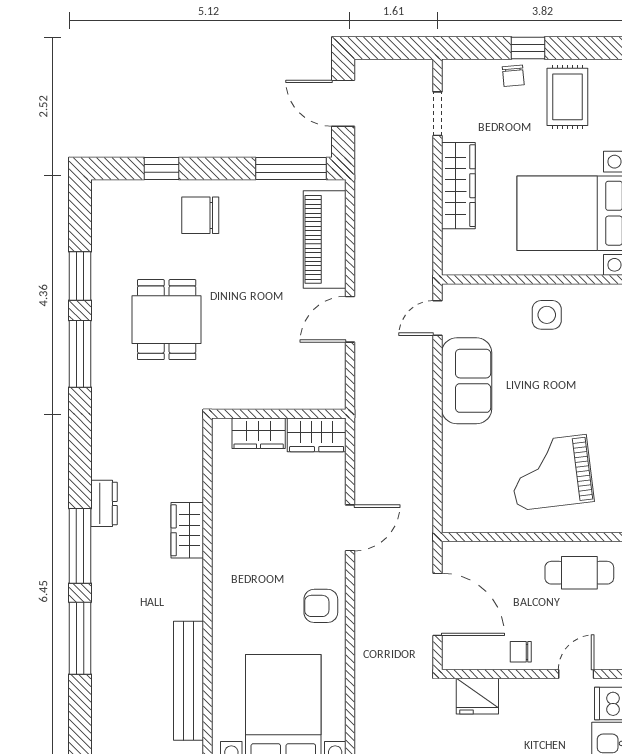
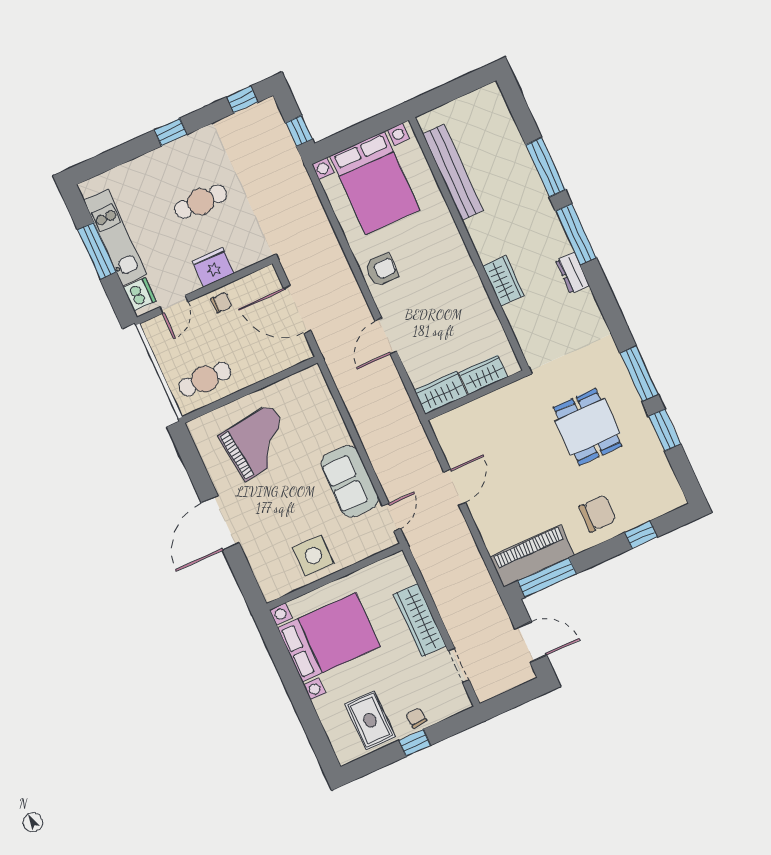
piano: (325, 239) -> (532, 556), moved, turned -90
side table: (547, 315) -> (313, 555), width x1.37, depth x1.37
fridge: (477, 696) -> (213, 267), moved

